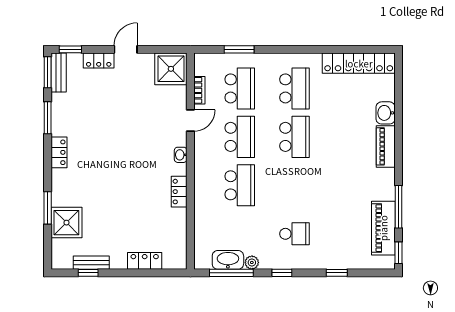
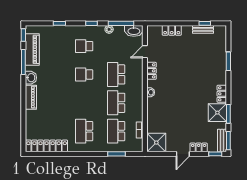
washbasin: (386, 113) -> (31, 78), moved
door: (190, 121) -> (145, 52), moved
school desk: (294, 137) -> (84, 74), moved, width x0.54
shower: (66, 223) -> (217, 113), moved
washbasin: (228, 260) -> (134, 31), moved

